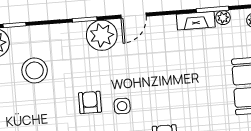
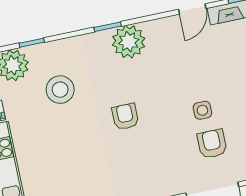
door: (133, 16) -> (192, 9), moved
side table: (122, 106) -> (202, 110), moved

